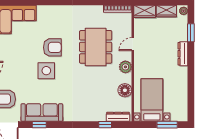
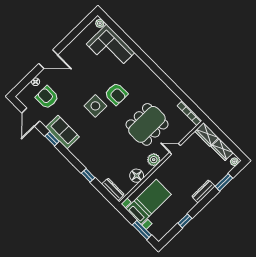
window: (191, 88) -> (185, 221), added
sofa: (42, 112) -> (62, 132), width x0.73
window: (105, 125) -> (88, 175), moved

